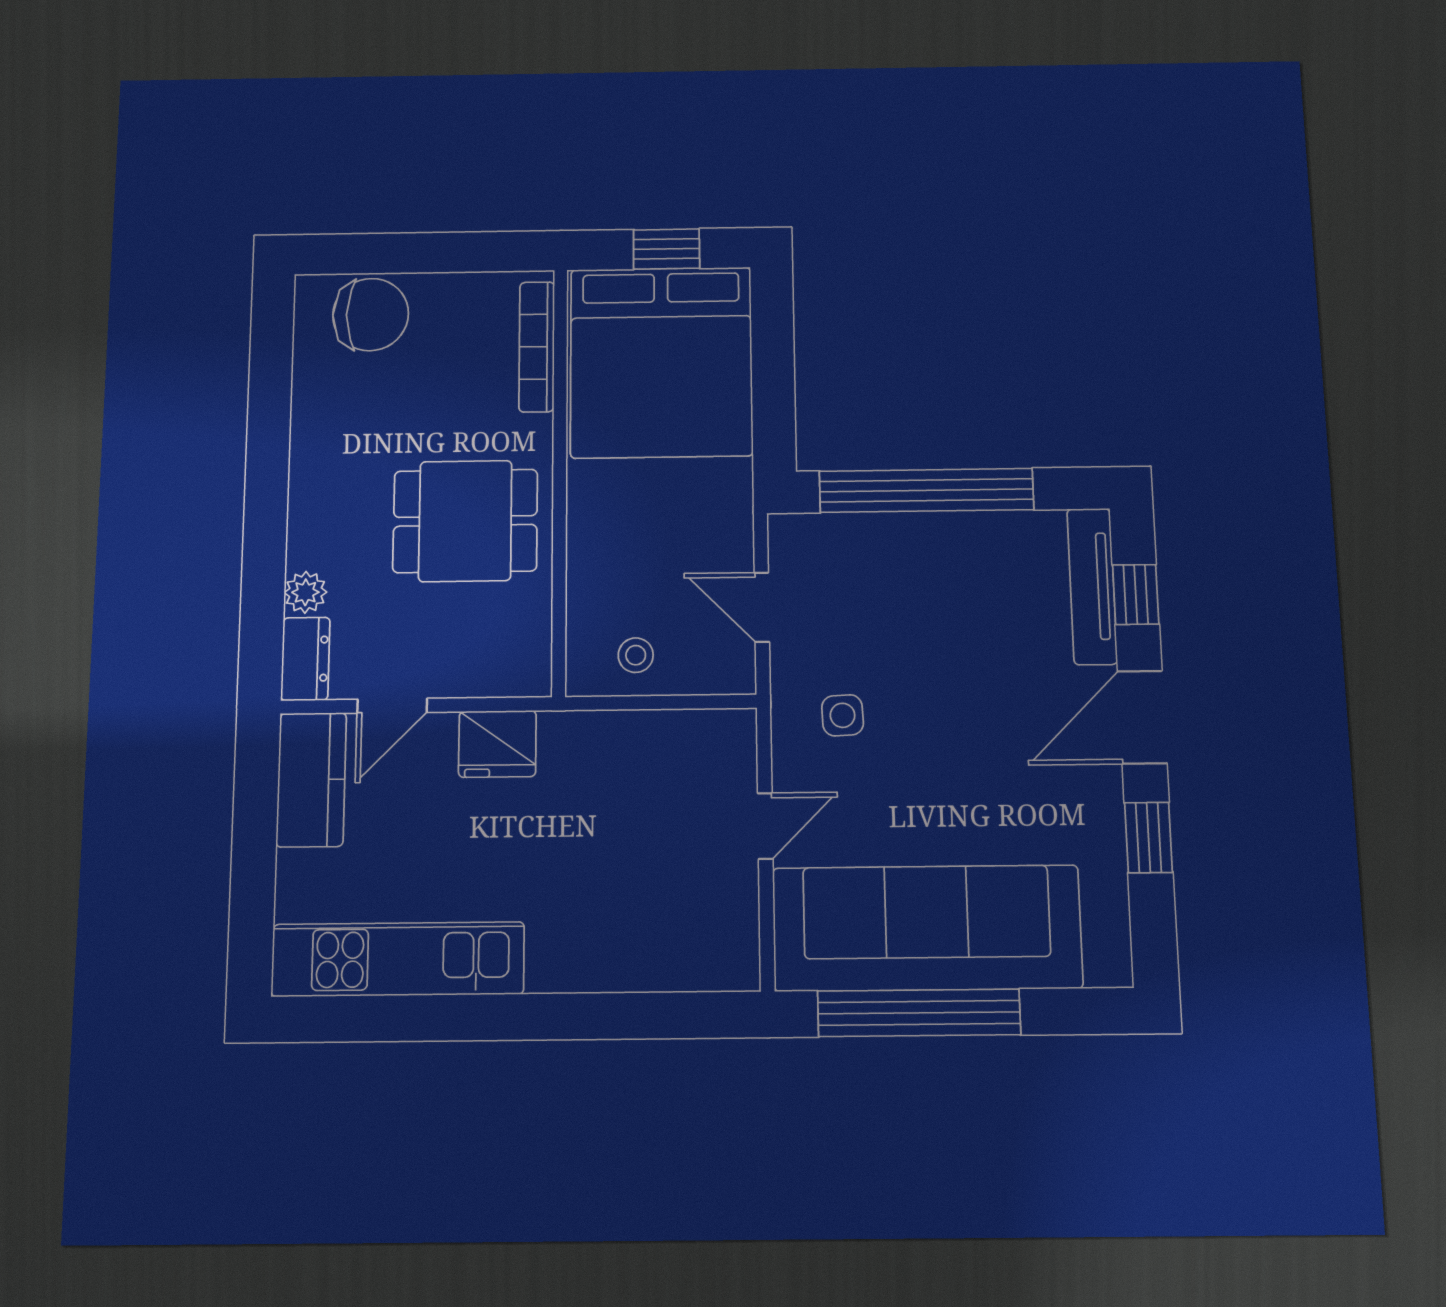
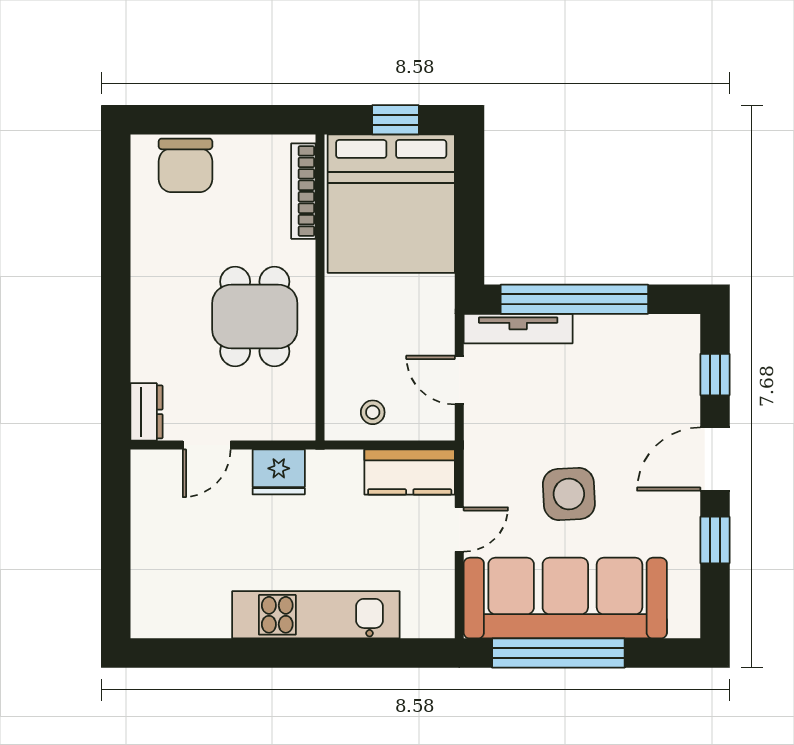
chair: (371, 315) -> (185, 165), turned 90
dining table: (465, 521) -> (255, 316), turned 90
tv unit: (1092, 586) -> (518, 329), moved, turned -90
plant: (305, 592) -> (145, 365), removed
side table: (843, 715) -> (569, 494), moved, width x1.87, depth x1.87
kitchen counter: (311, 780) -> (410, 472), moved, turned 90
kitchen unit: (398, 959) -> (316, 615), moved

